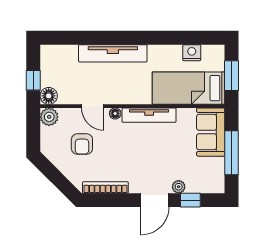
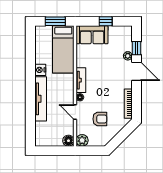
nightstand: (192, 53) -> (40, 70), moved
window: (33, 80) -> (58, 151), removed
door: (93, 106) -> (75, 112), swing flipped
tv unit: (149, 115) -> (81, 80), width x0.71
window: (232, 153) -> (106, 21), width x0.46

